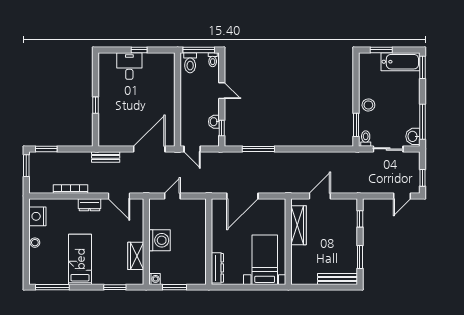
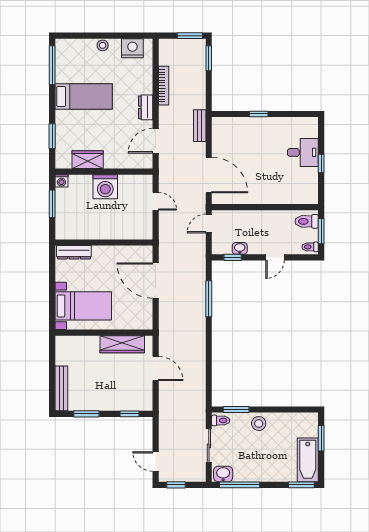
window: (199, 50) -> (321, 231), width x0.69

